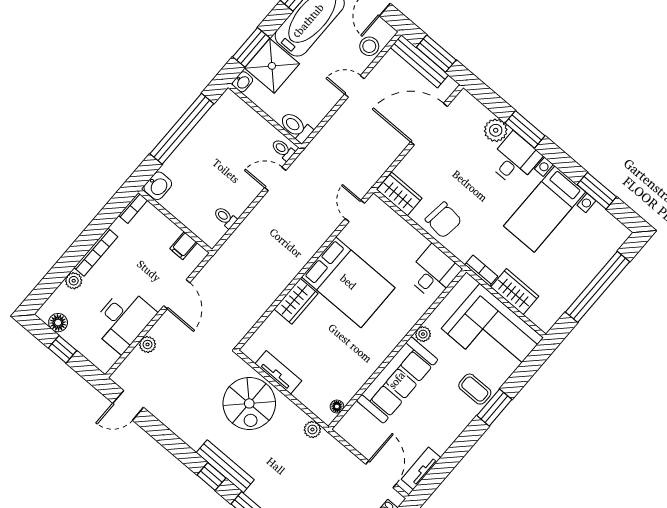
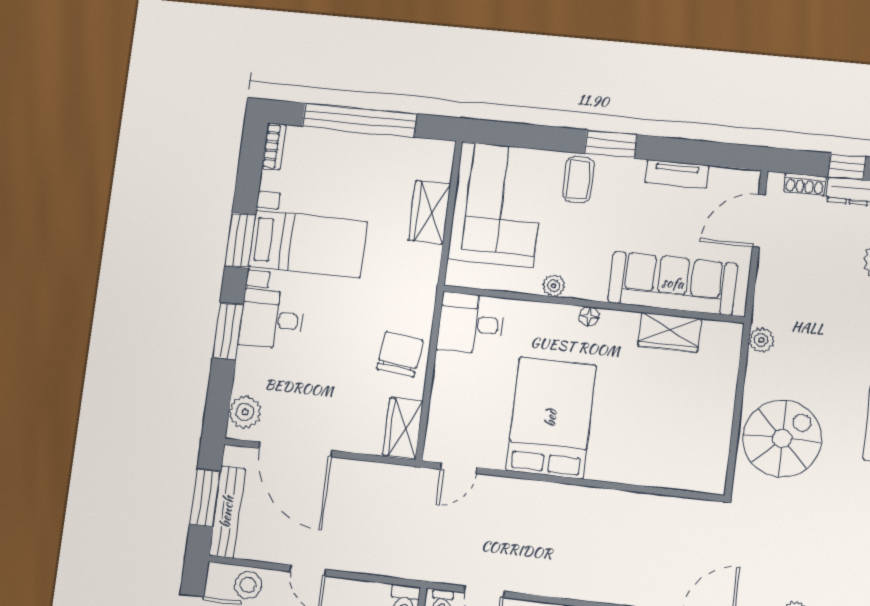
plant: (496, 130) -> (245, 412), moved
window: (597, 191) -> (240, 240), moved
bookcase: (481, 271) -> (274, 146), moved, turned 180
wardrobe: (296, 301) -> (670, 332), moved, turned 180
tv unit: (278, 372) -> (719, 429), removed
sofa: (397, 380) -> (673, 283), moved
floor lamp: (337, 406) -> (589, 316), moved
window: (494, 408) -> (611, 144), moved
tv unit: (421, 468) -> (677, 174), moved

